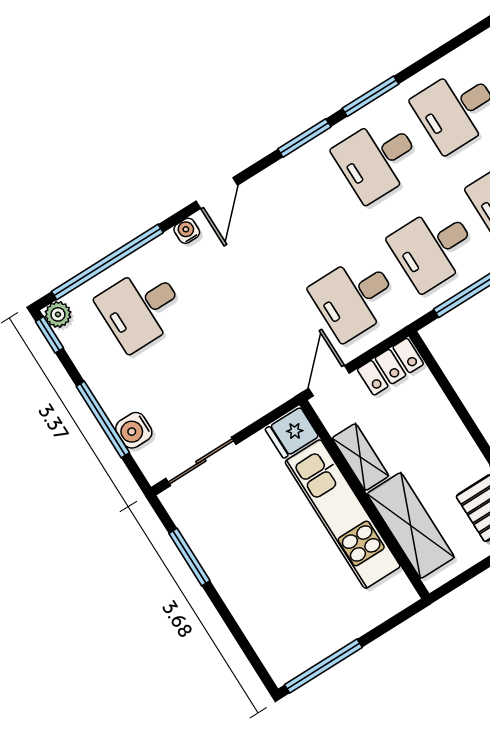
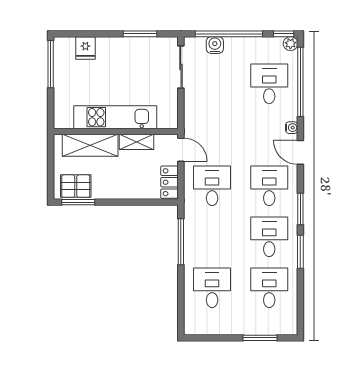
desk: (433, 248) -> (269, 186), moved
window: (103, 419) -> (229, 34), width x1.46
fridge: (292, 433) -> (85, 48), moved, turned 180

